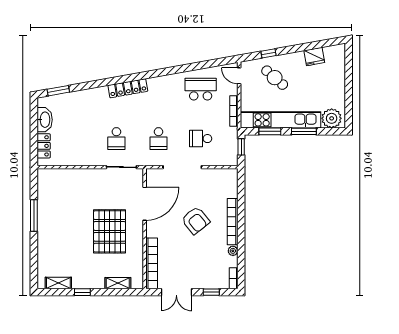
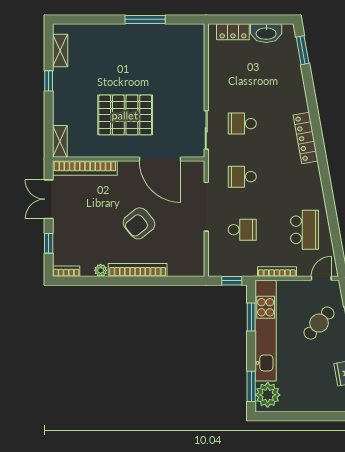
window: (304, 131) -> (251, 386), moved
school desk: (201, 139) -> (242, 230), turned 90
shelving: (118, 283) -> (60, 141), moved

